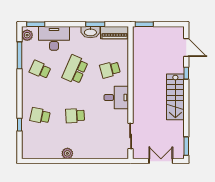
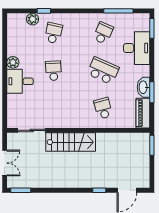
plant: (27, 35) -> (33, 19), moved
stairs: (175, 97) -> (71, 142), moved, turned 180
desk: (116, 98) -> (20, 81), moved, turned 90

